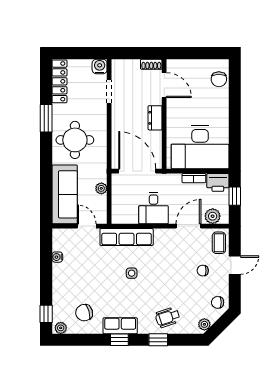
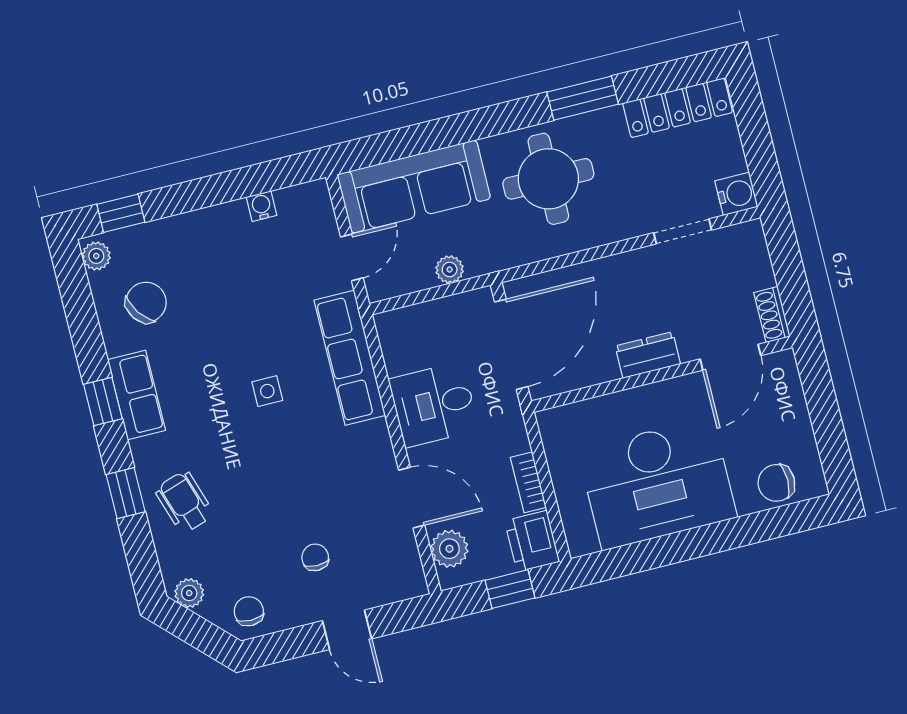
desk: (200, 147) -> (657, 484), moved, turned -90
coffee table: (219, 243) -> (390, 579), removed
chair: (84, 313) -> (146, 302), turned 71

